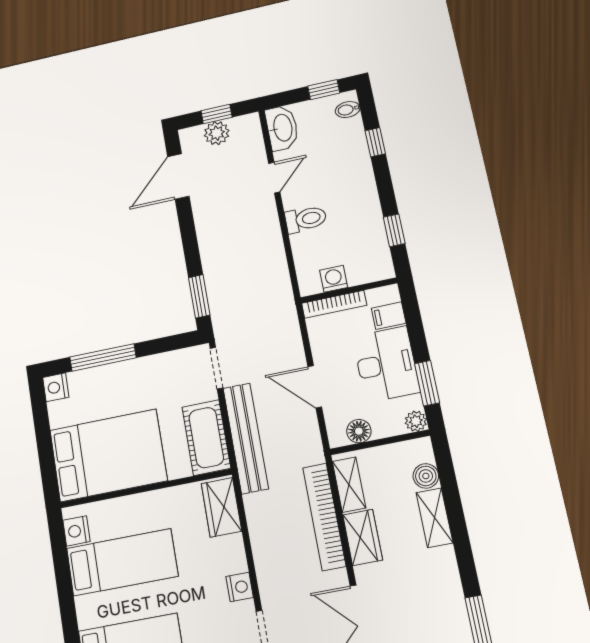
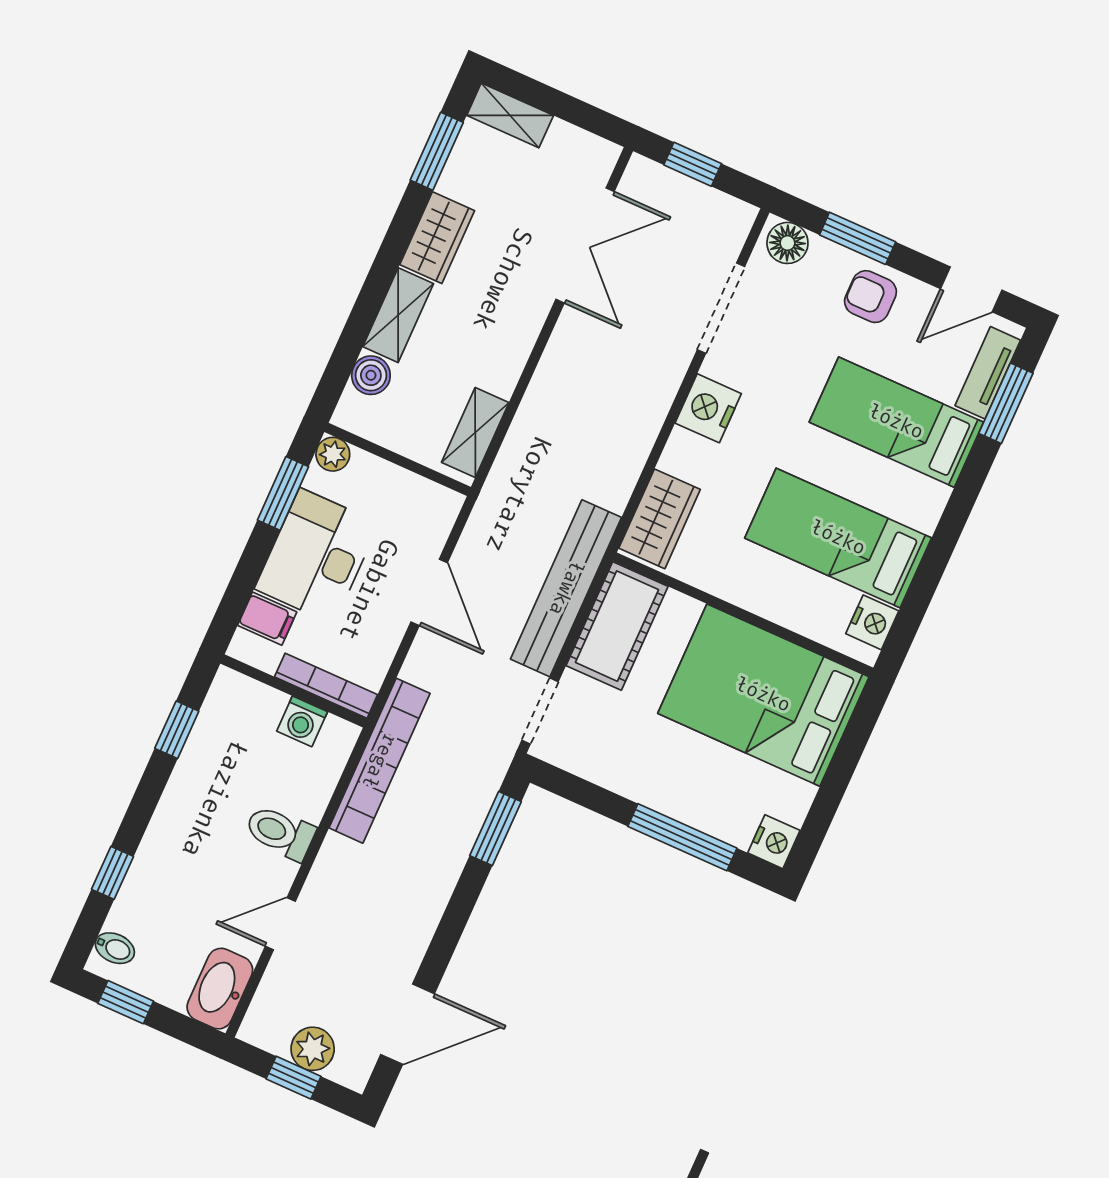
floor lamp: (359, 431) -> (414, 493), removed
bookcase: (324, 517) -> (379, 761), moved
wardrobe: (363, 537) -> (437, 238), moved, turned 180
nightstand: (240, 587) -> (708, 408), width x1.36, depth x1.33

